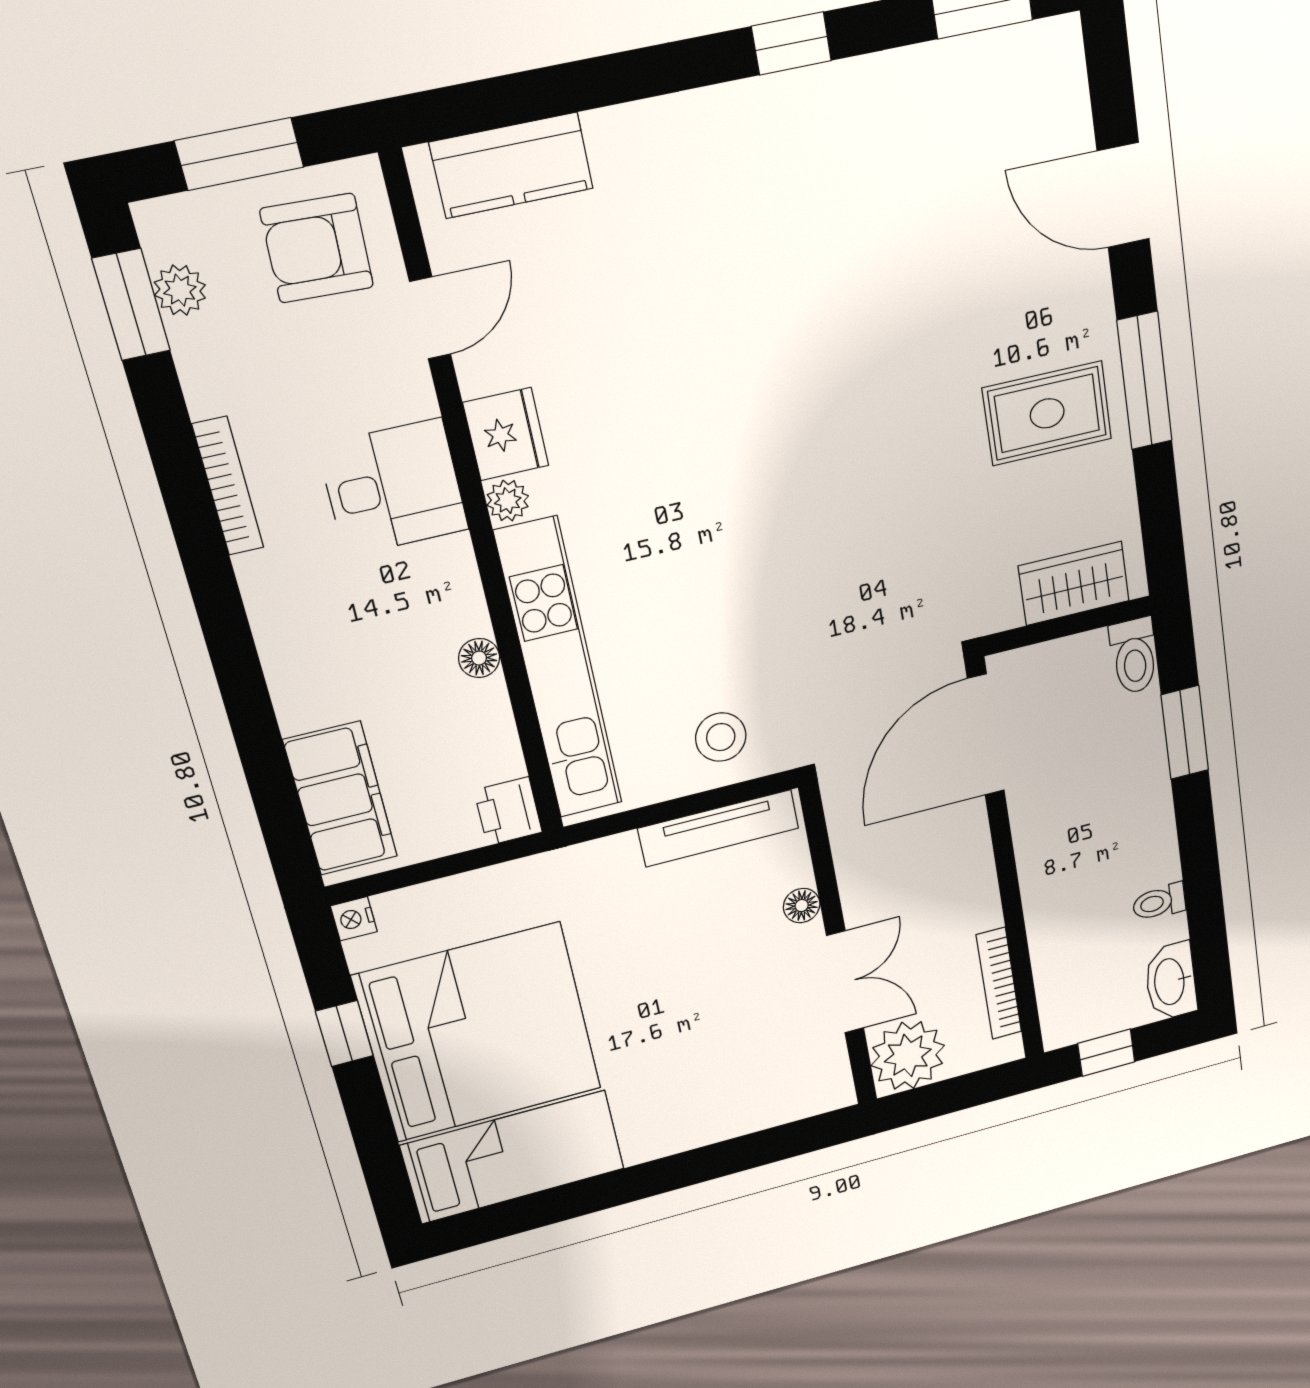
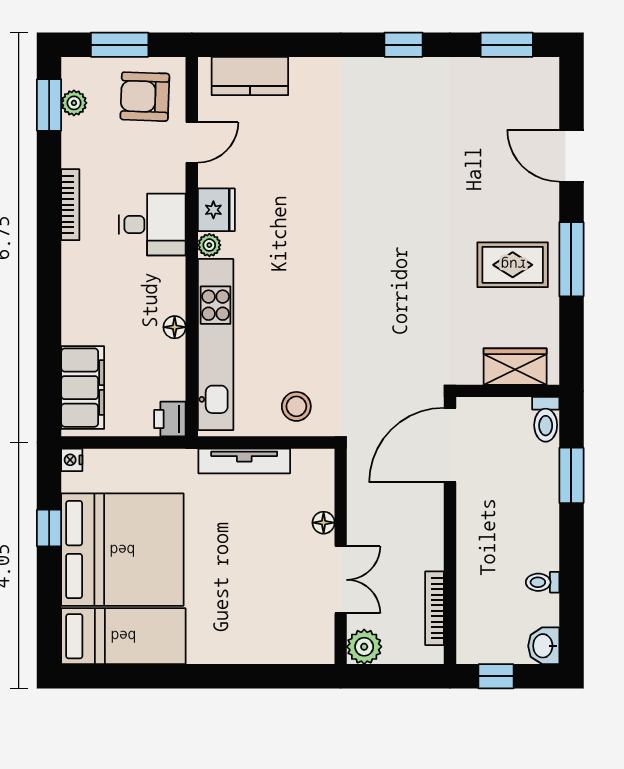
tv unit: (718, 828) -> (244, 461), moved
washbasin: (1171, 981) -> (544, 646), width x0.72
plant: (908, 1056) -> (364, 647), width x0.73, depth x0.73

